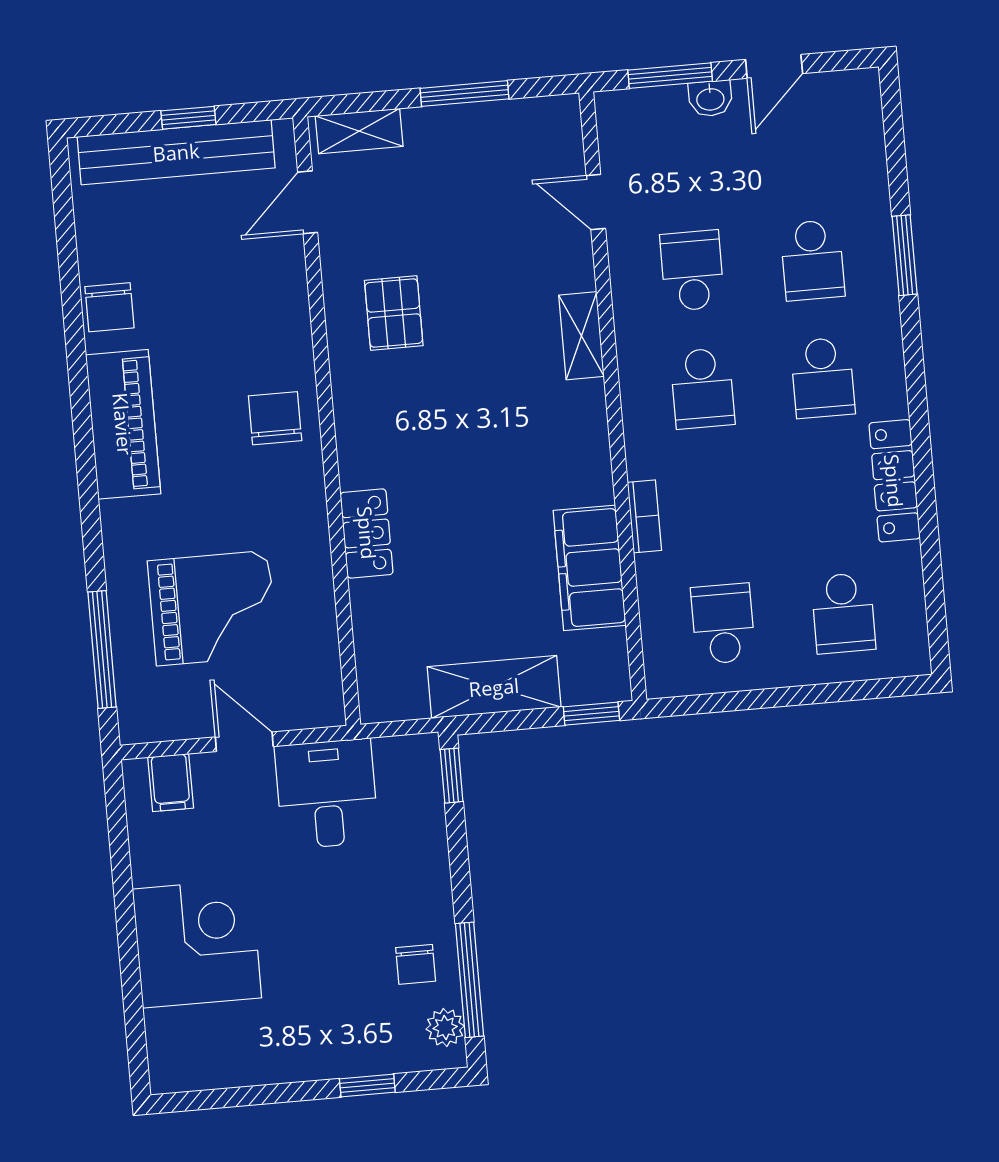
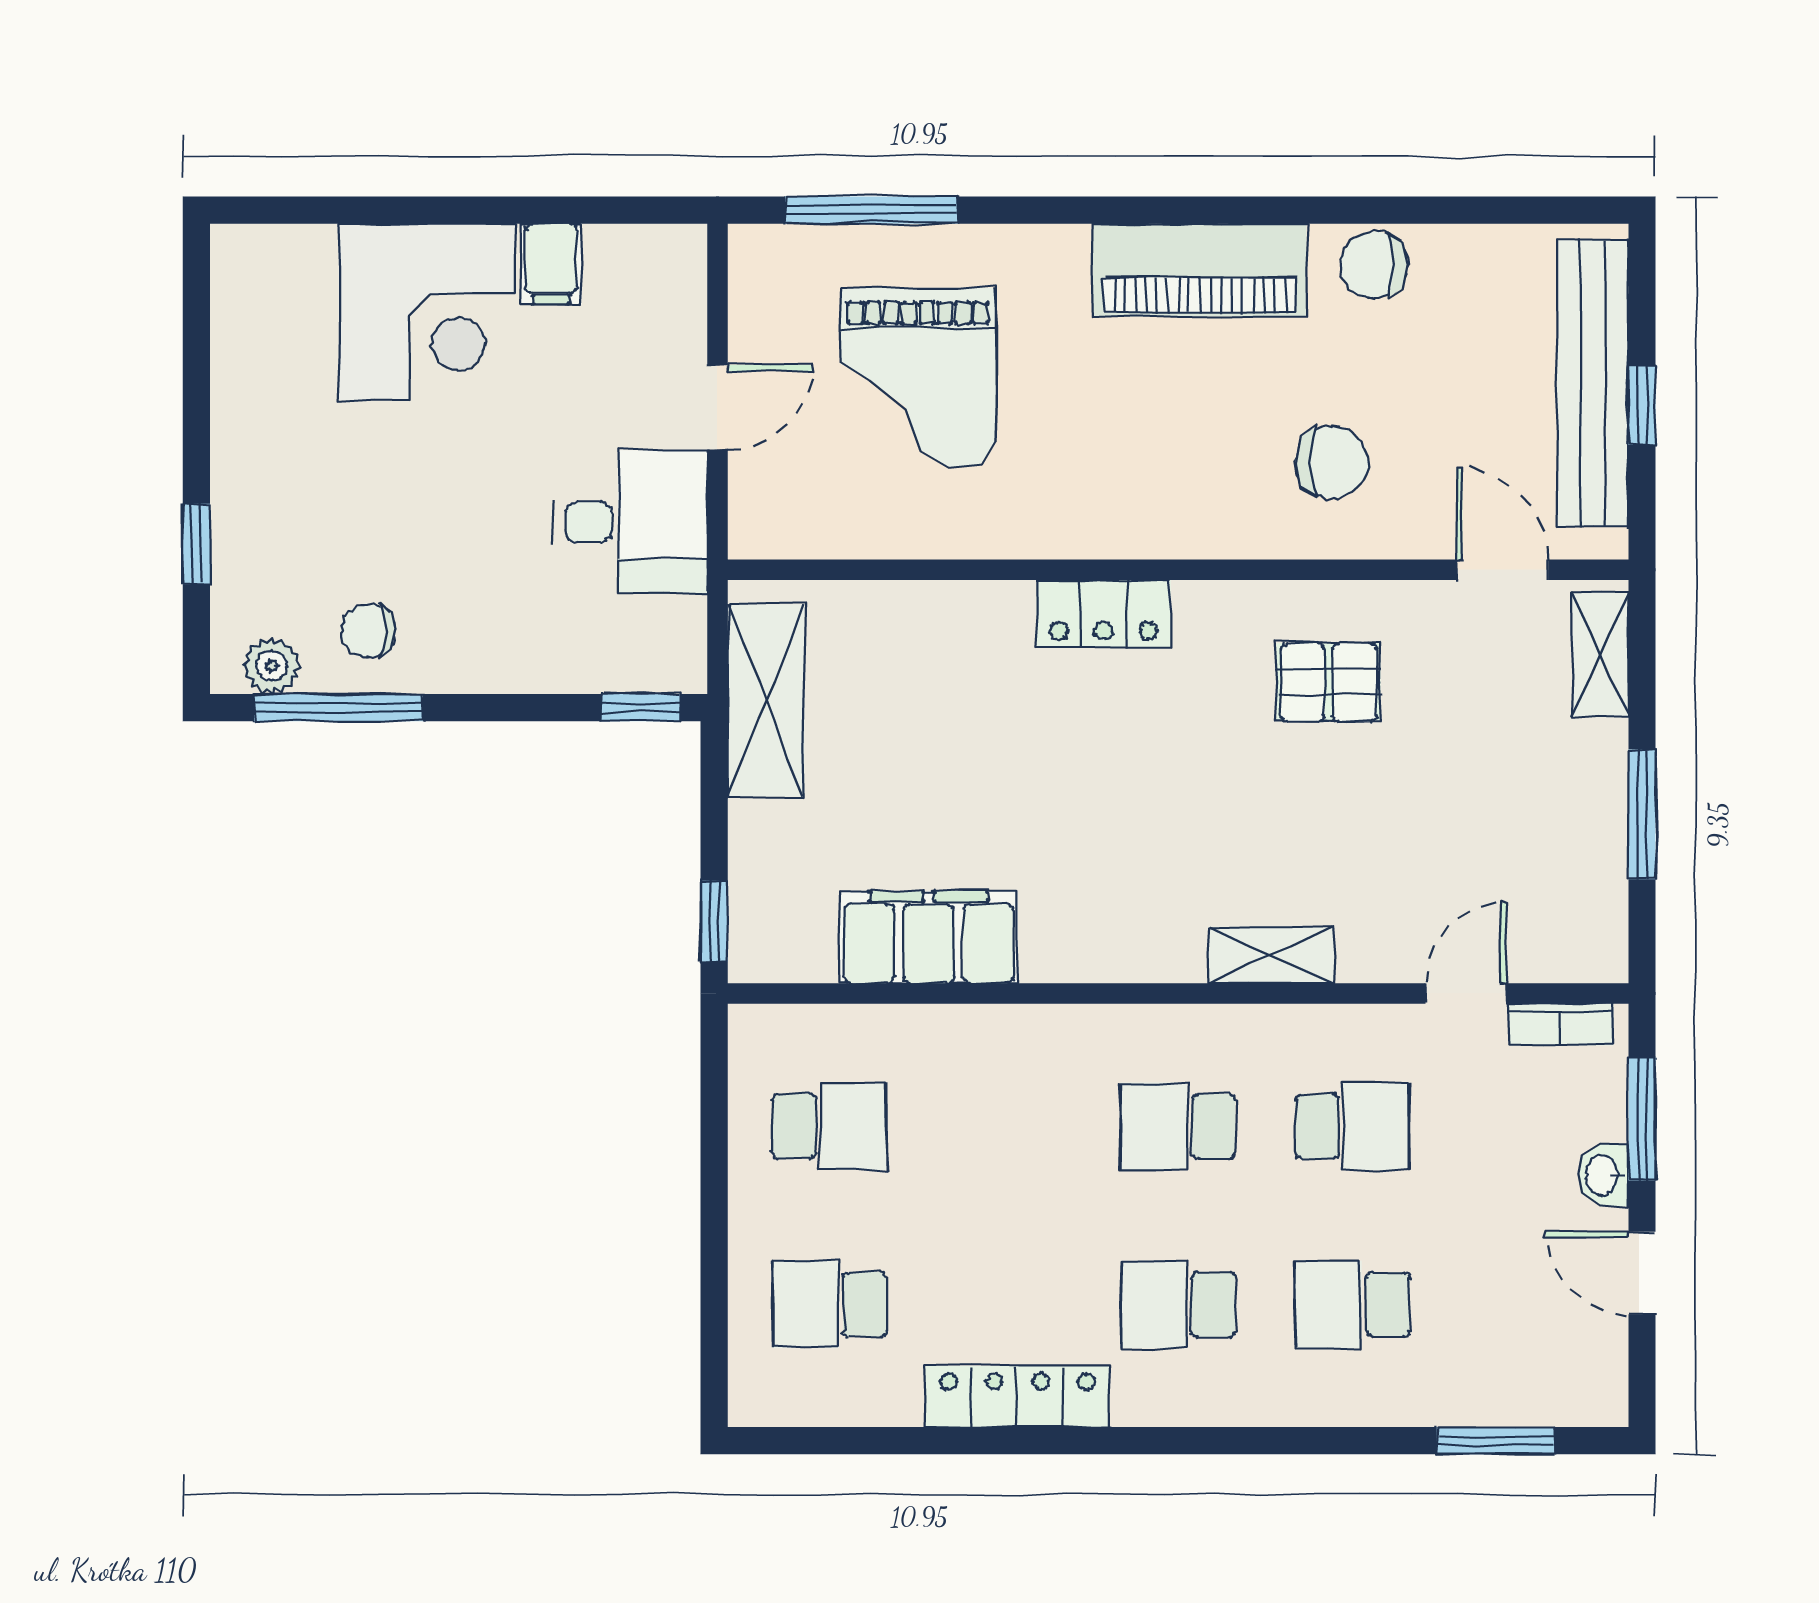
window: (905, 255) -> (1495, 1441), moved
chair: (275, 418) -> (1332, 462), moved
bookcase: (644, 516) -> (1561, 1024), moved
locker: (367, 533) -> (1103, 614), moved
shelving: (494, 687) -> (766, 700), moved
filing cabinet: (171, 783) -> (551, 264), moved, turned -90

